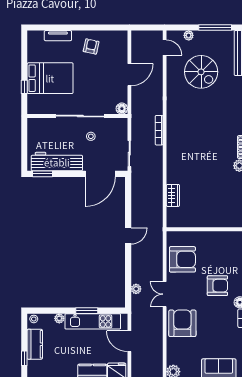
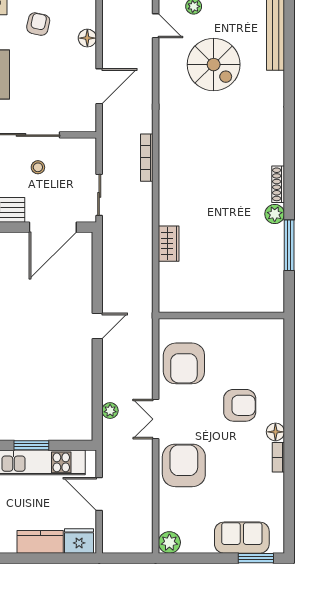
door: (129, 75) -> (99, 86), moved
floor lamp: (122, 109) -> (87, 38), moved
wardrobe: (173, 195) -> (169, 244), moved
armchair: (182, 259) -> (184, 363), turned 90

